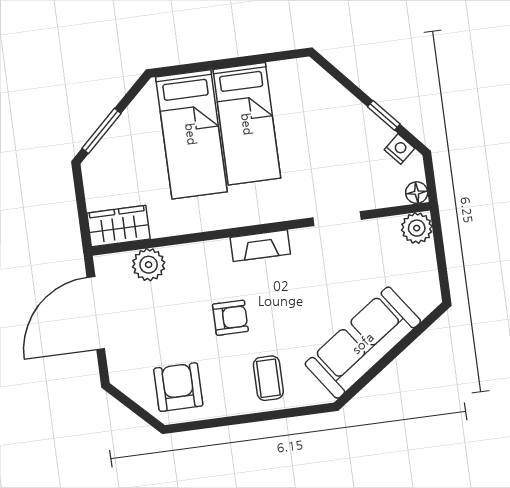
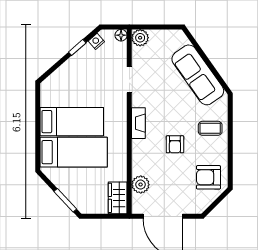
armchair: (230, 318) -> (175, 144), turned 180

